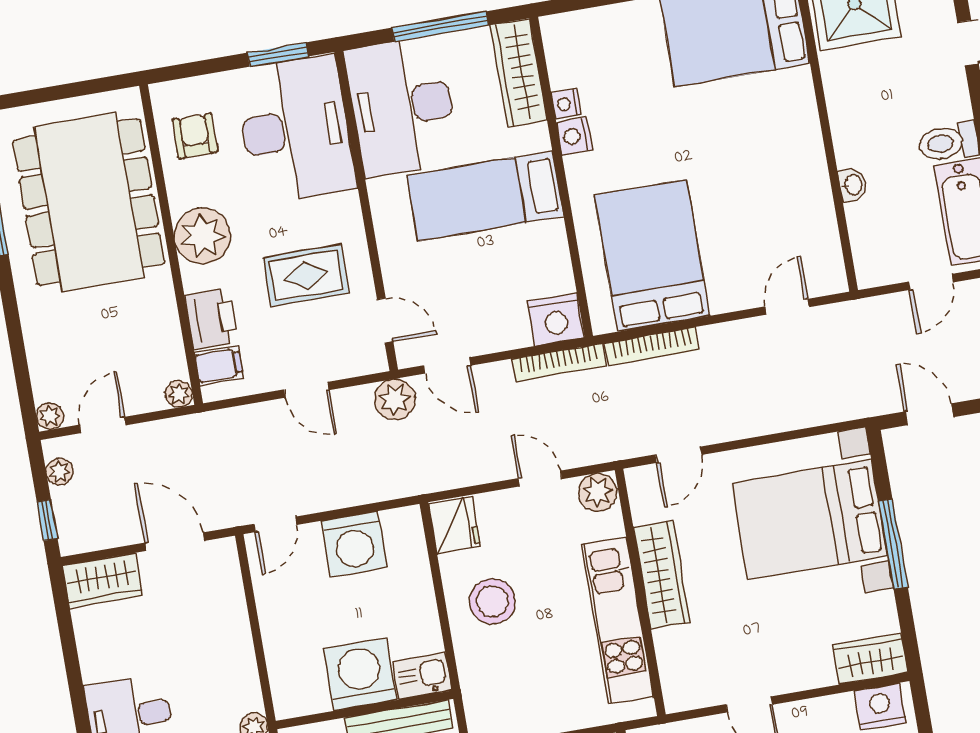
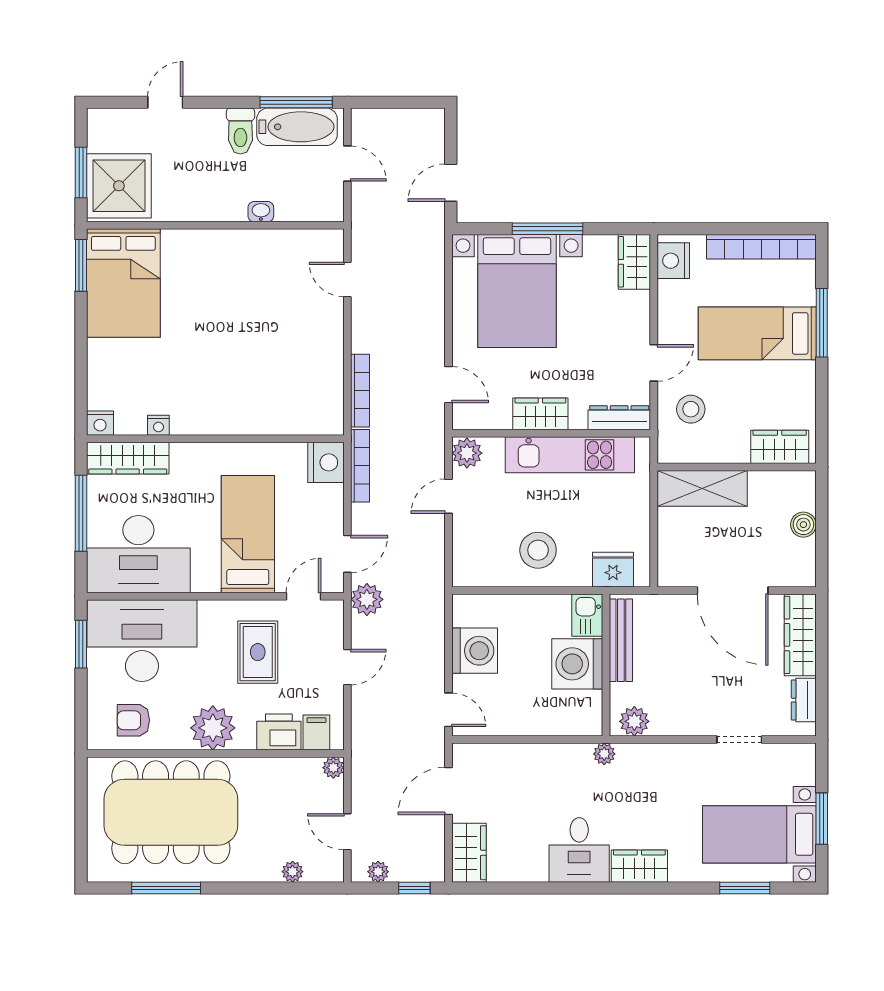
nightstand: (574, 136) -> (100, 423), moved
bed: (485, 196) -> (248, 534), moved, turned 180
bed: (652, 256) -> (289, 378), removed
plant: (50, 416) -> (293, 872), moved
fridge: (454, 525) -> (613, 570), moved
wardrobe: (662, 575) -> (540, 414), width x0.67
dresser: (674, 673) -> (619, 418), added

